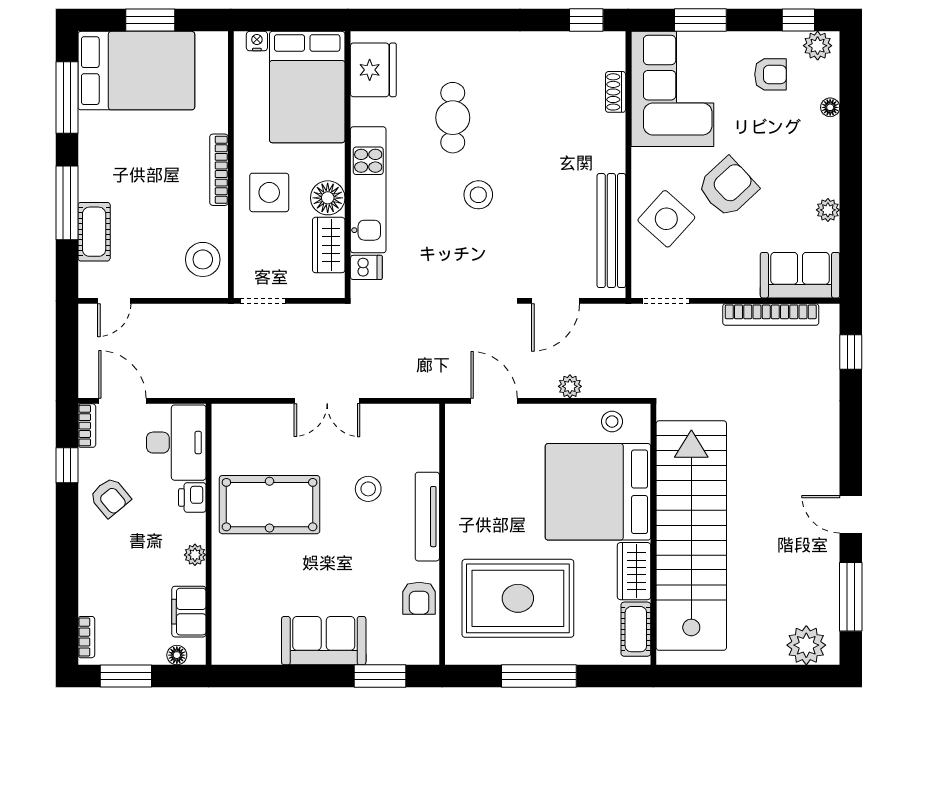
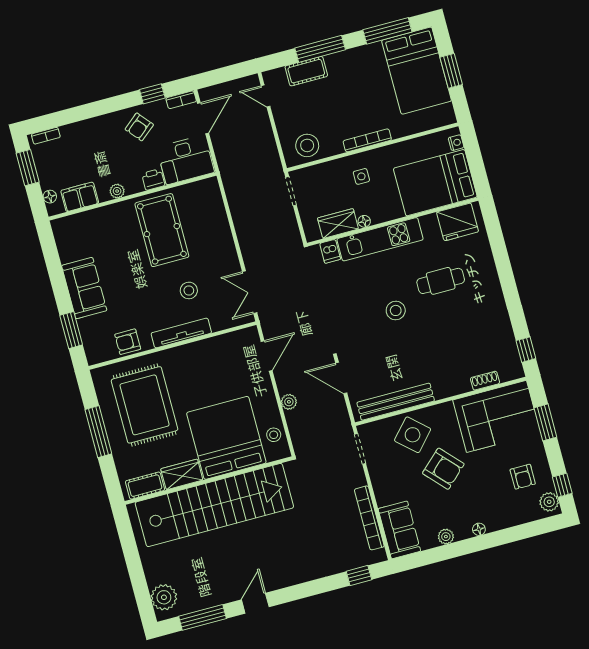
floor lamp: (830, 107) -> (479, 529), moved
side table: (269, 192) -> (361, 176), width x0.54, depth x0.54
floor lamp: (328, 198) -> (364, 221), width x0.53, depth x0.53
double door: (327, 401) -> (250, 292), moved

